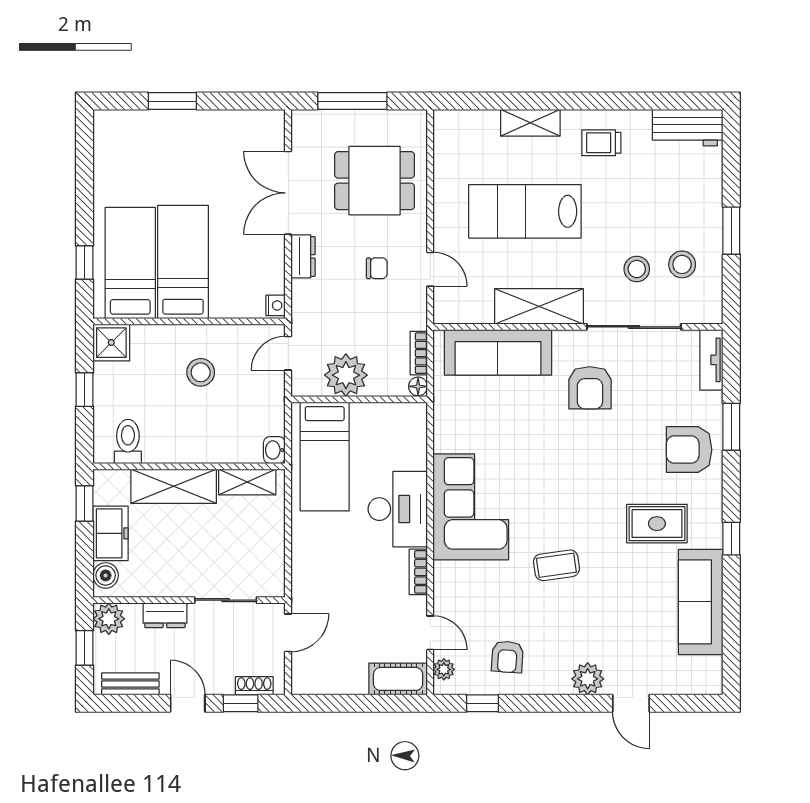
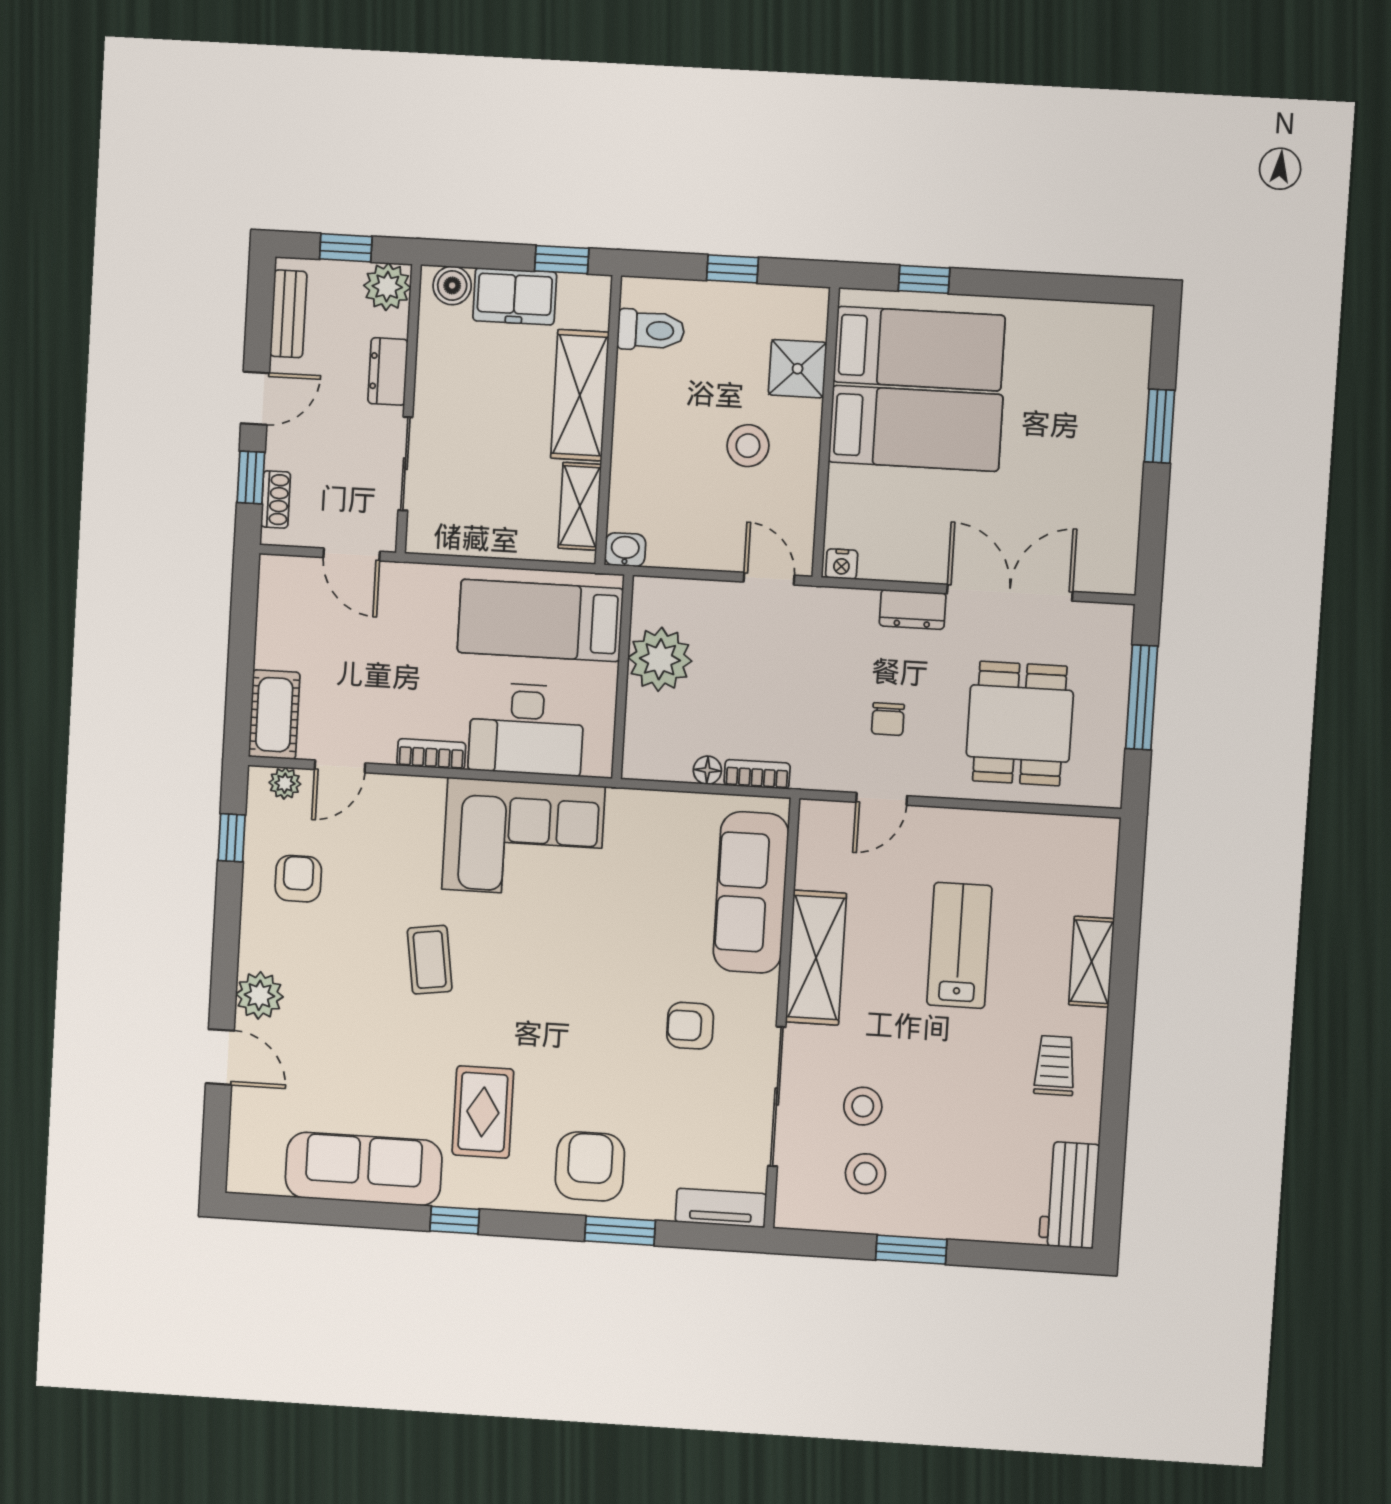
lab bench: (525, 211) -> (959, 945), width x0.73, depth x0.72
shower: (111, 343) -> (798, 369), moved
plant: (346, 375) -> (660, 659), moved
armchair: (590, 388) -> (690, 1026), width x0.72, depth x0.72
wall: (359, 399) -> (623, 677), moved
bed: (325, 457) -> (540, 620), moved
armchair: (507, 657) -> (298, 879), turned 86
door: (631, 703) -> (220, 1057), swing flipped

